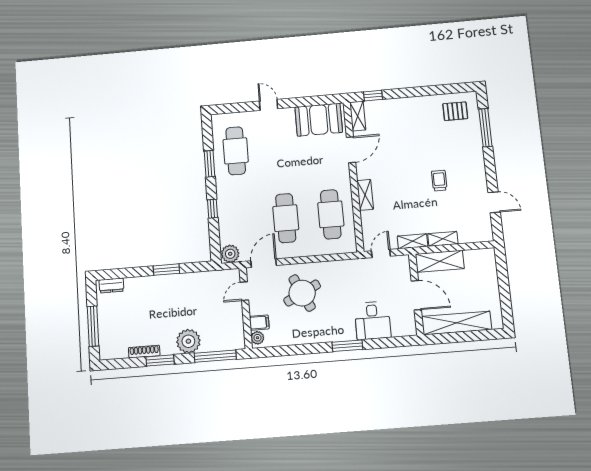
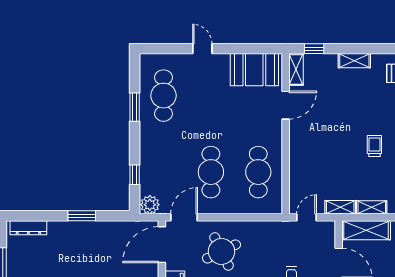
shelving: (365, 195) -> (354, 61), moved, turned 90
window: (213, 209) -> (135, 175), moved
dresser: (111, 286) -> (28, 228), width x1.44
door: (244, 291) -> (162, 245), width x1.88

